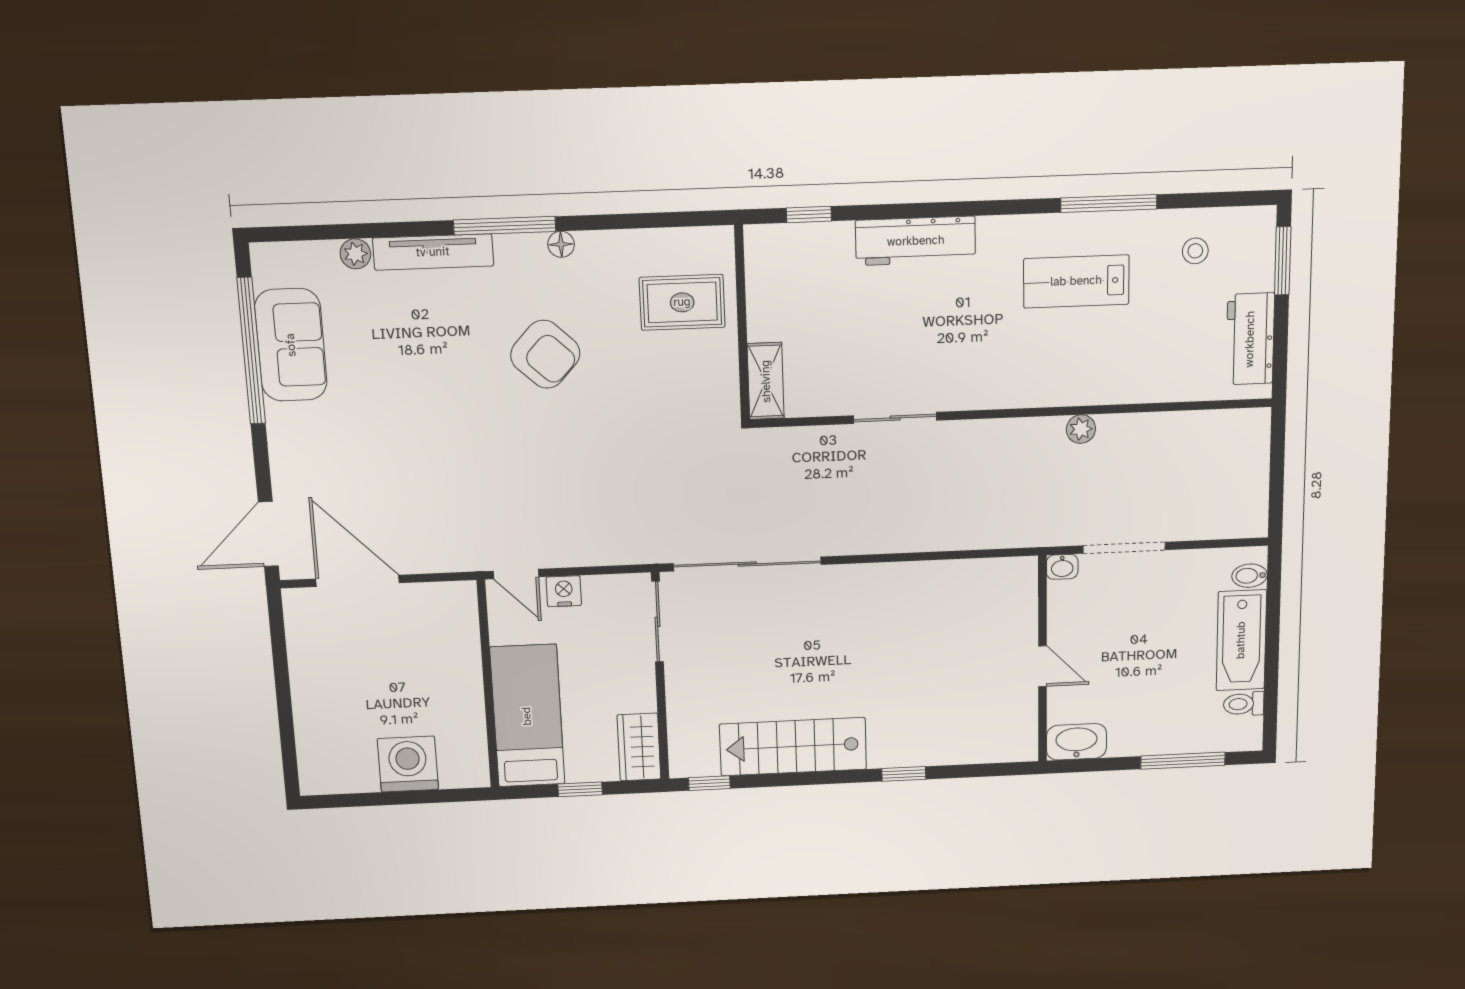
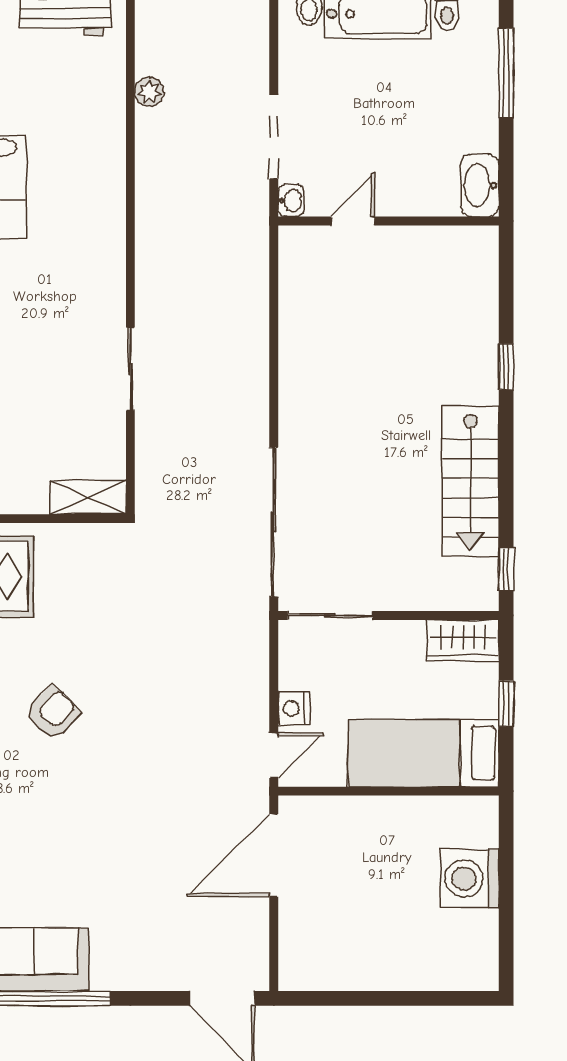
armchair: (545, 354) -> (53, 713), width x0.72, depth x0.72
plant: (1081, 429) -> (149, 92), moved
door: (358, 581) -> (274, 855), moved
door: (1042, 666) -> (353, 221), moved

